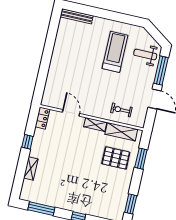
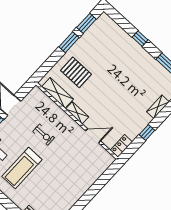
exercise bike: (121, 110) -> (44, 135), moved
door: (71, 113) -> (93, 136), swing flipped
window: (141, 159) -> (69, 42), moved

